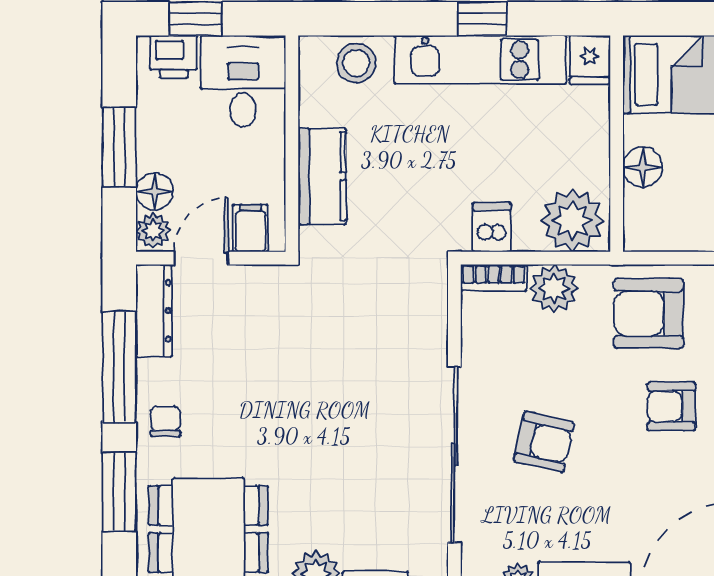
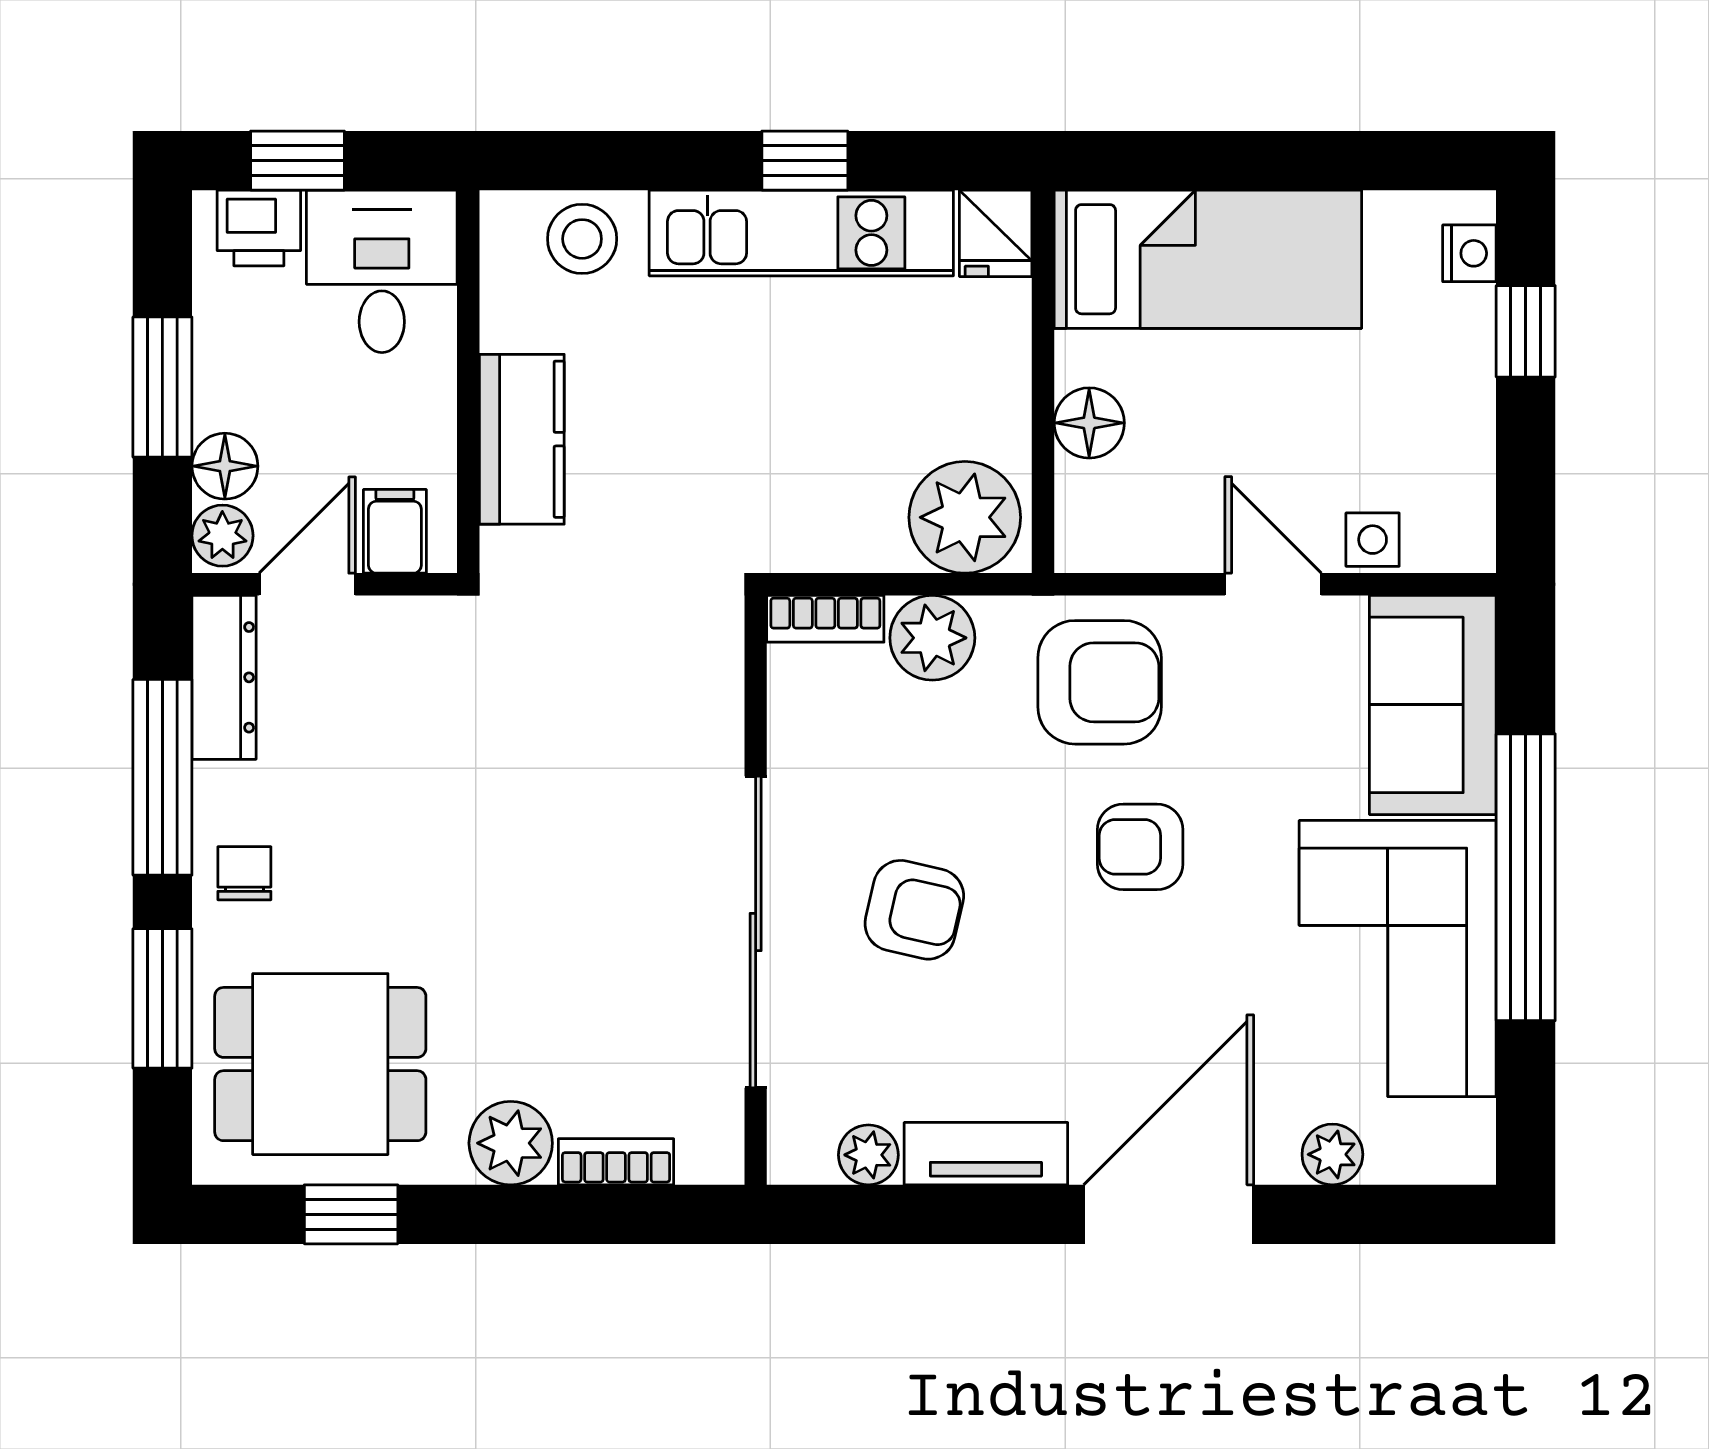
dishwasher: (492, 227) -> (822, 530), removed
armchair: (648, 313) -> (1100, 682), turned 180

